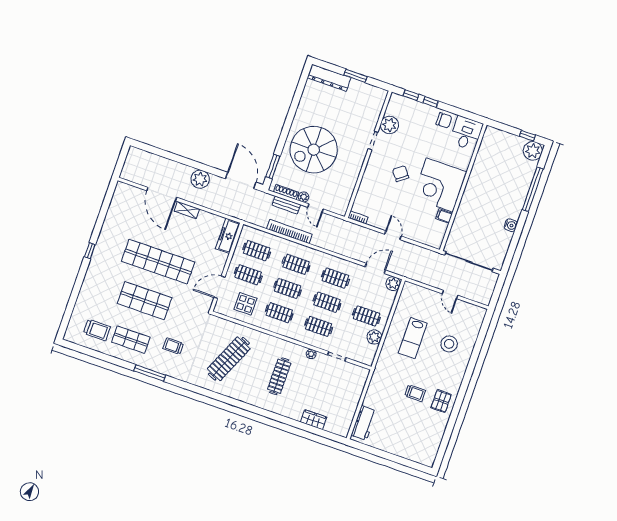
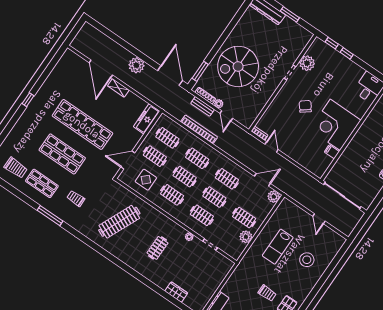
chair: (444, 120) -> (354, 72), removed
door: (393, 235) -> (272, 147), moved
clothes rail: (279, 376) -> (157, 248), width x0.73

